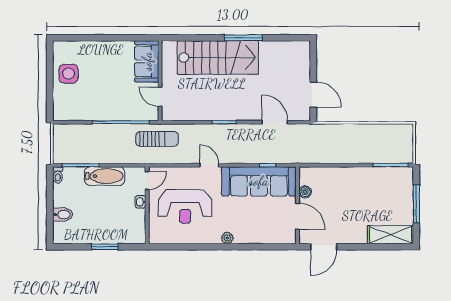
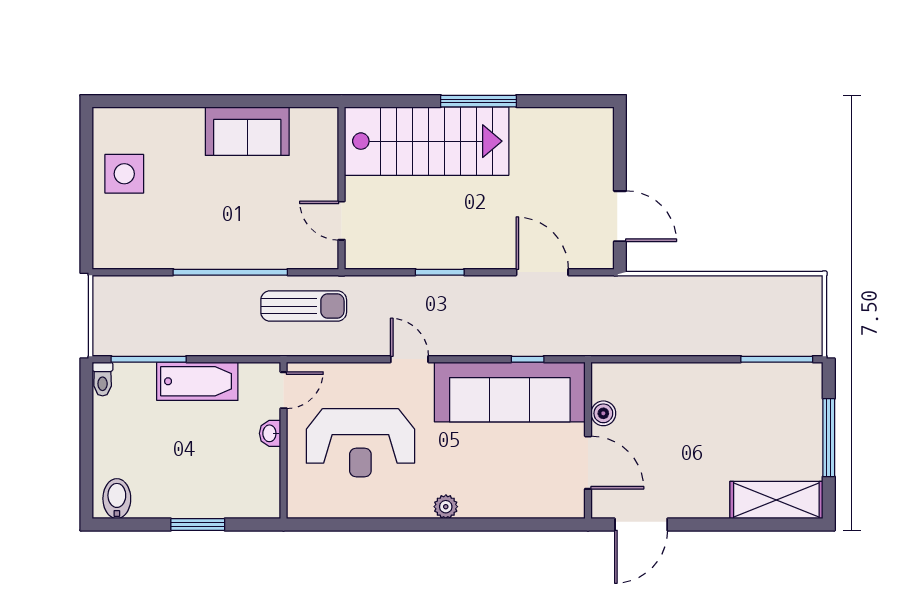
sofa: (147, 61) -> (247, 131), moved, turned -90
wall: (160, 81) -> (342, 188), moved
door: (160, 97) -> (342, 221), moved
bidet: (63, 215) -> (117, 499), moved, turned -90

